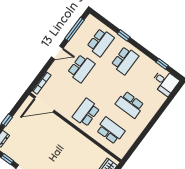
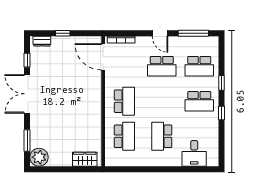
window: (162, 64) -> (222, 113), moved
desk: (165, 82) -> (194, 153), moved
school desk: (86, 113) -> (124, 101), turned 90

